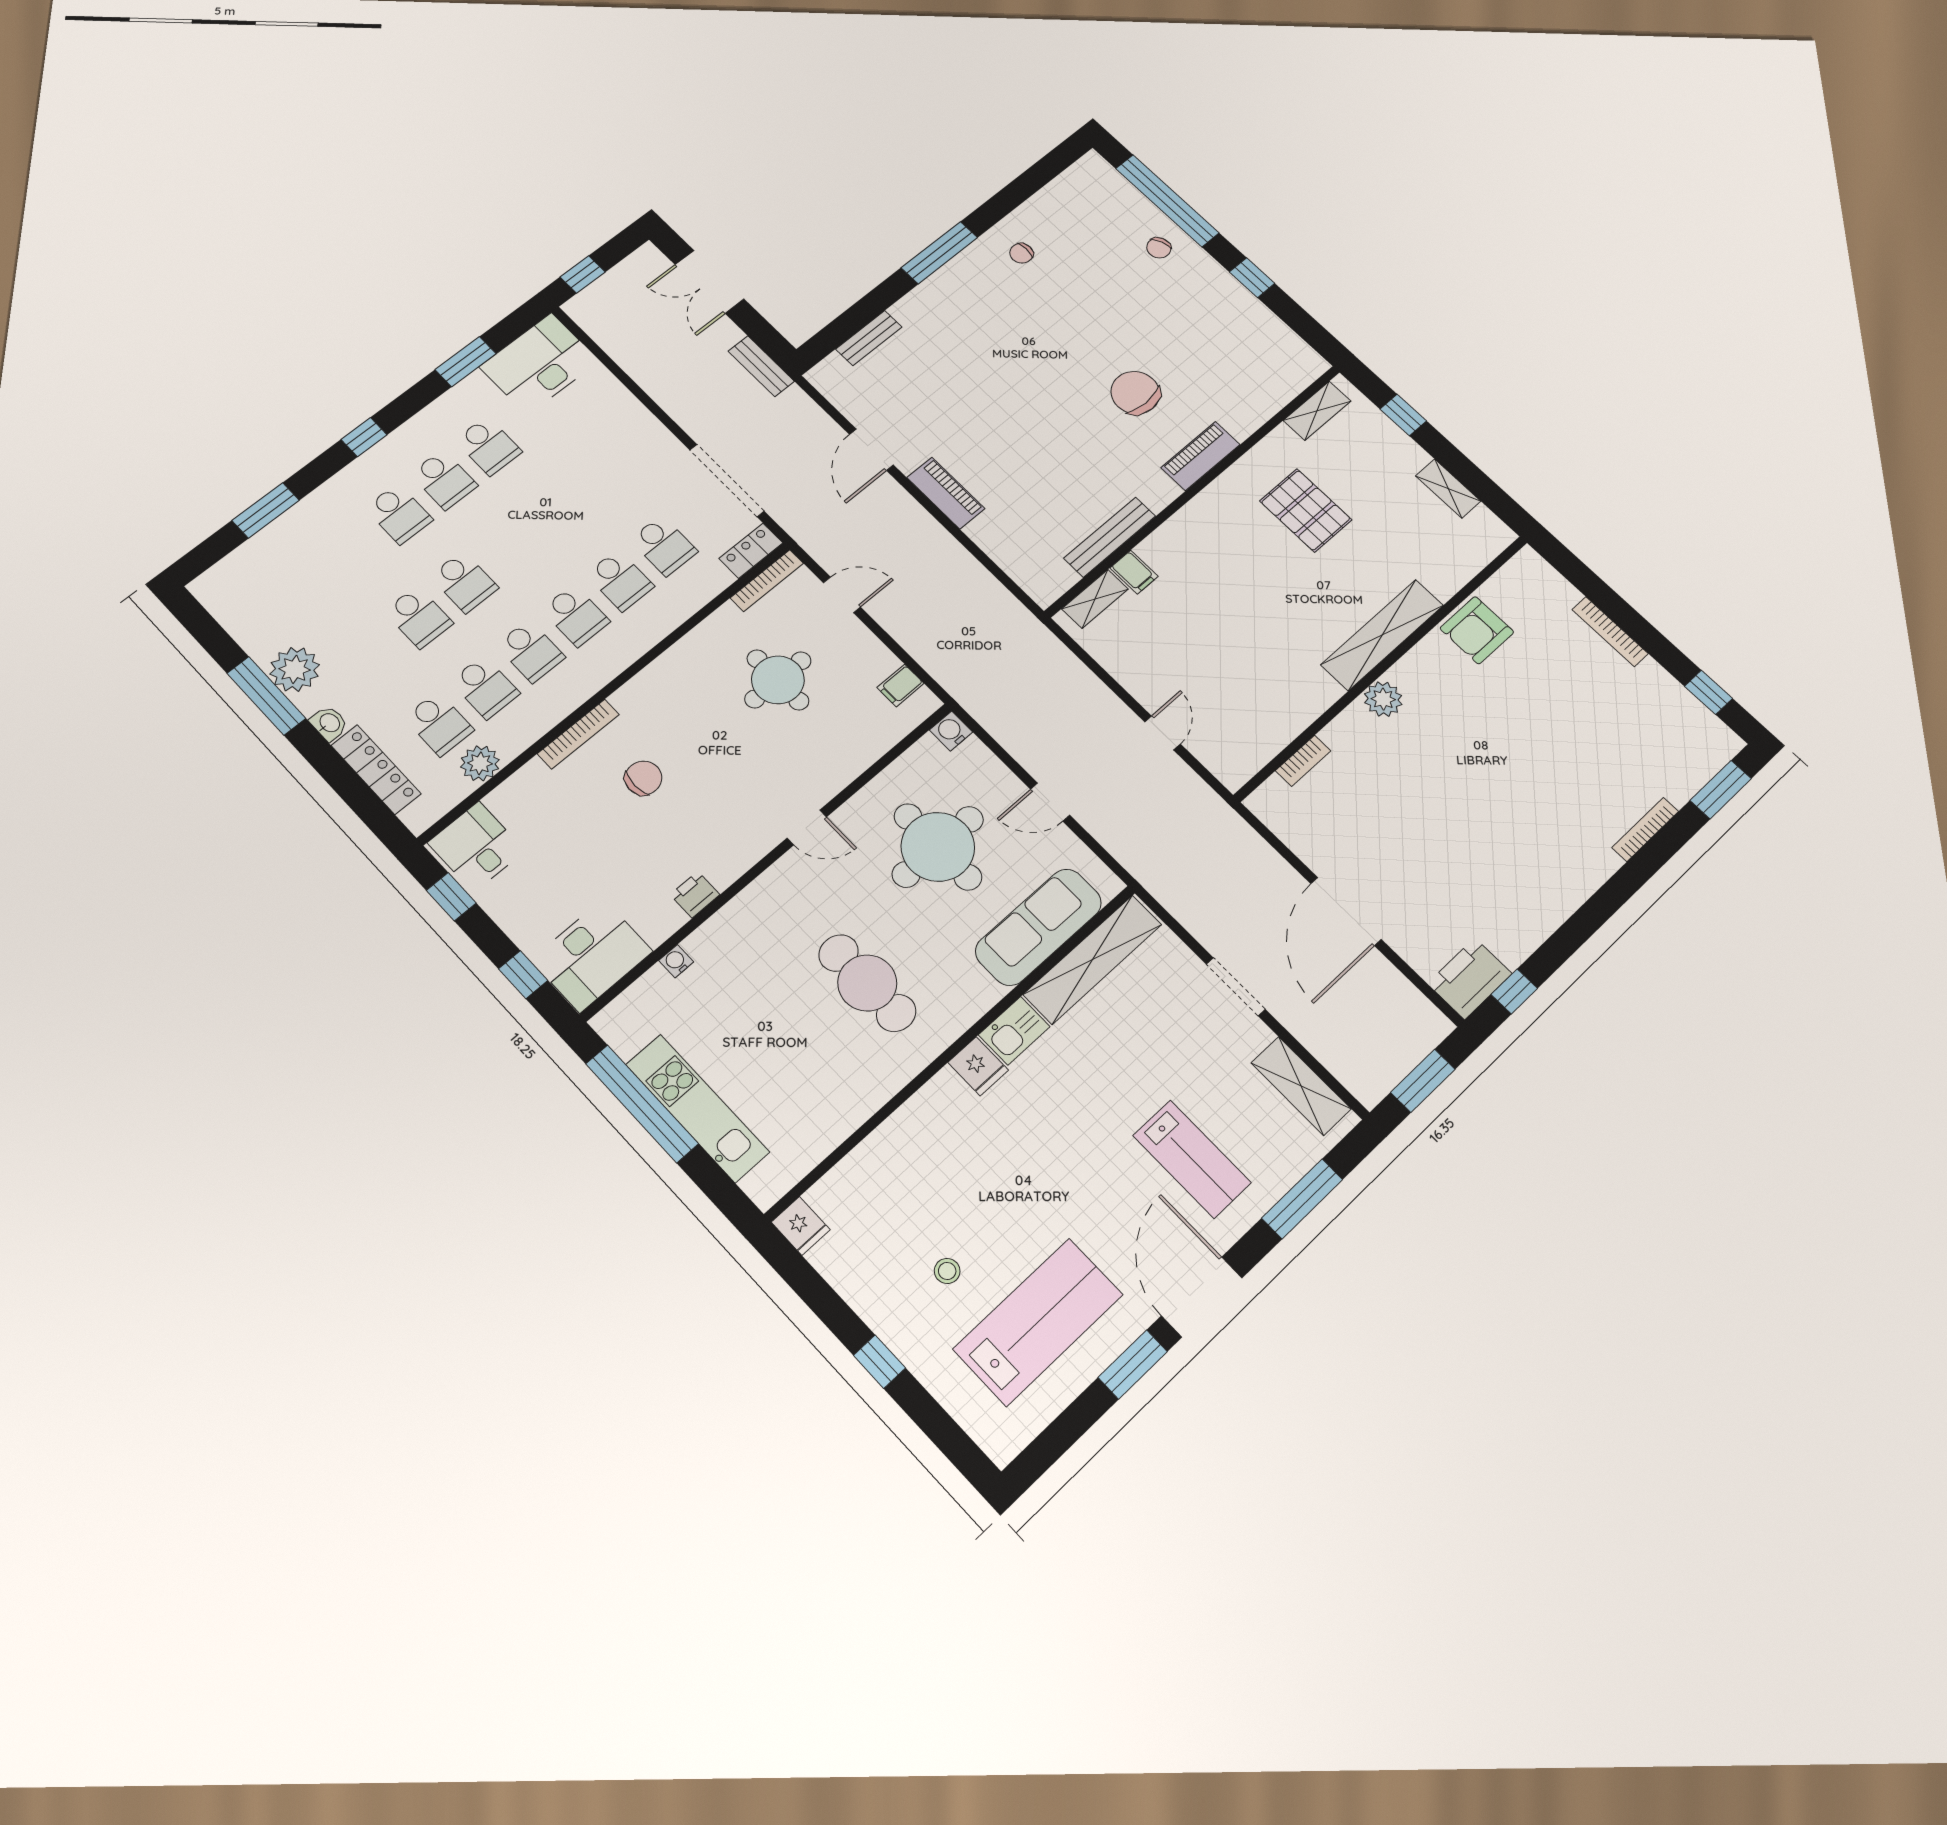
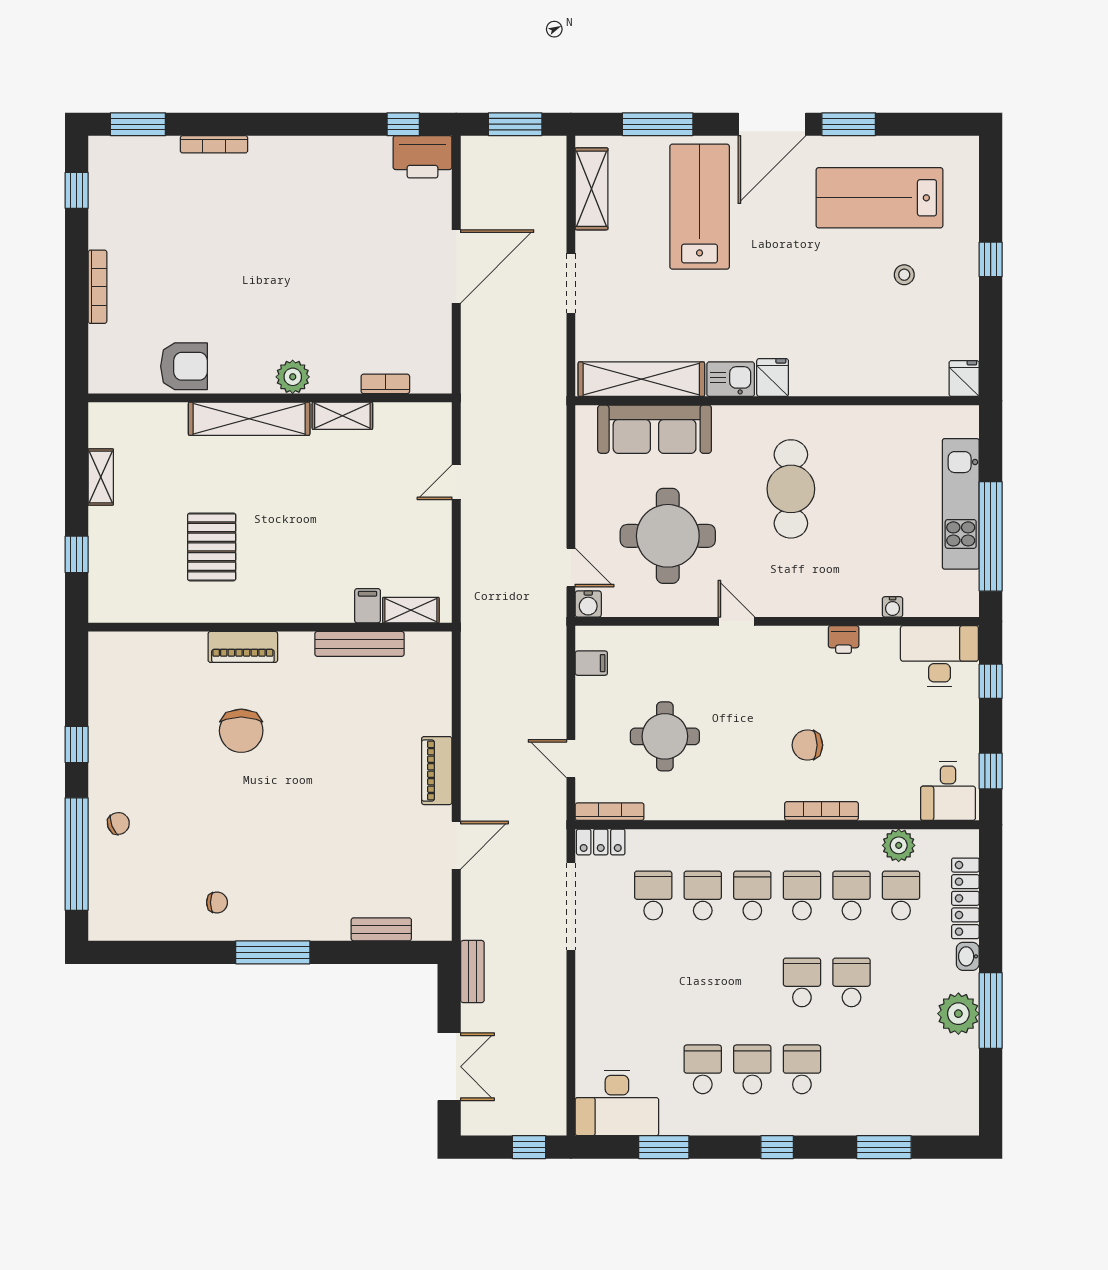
shelving: (1317, 411) -> (342, 416), moved
door: (1050, 802) -> (571, 568), moved
lab bench: (1192, 1159) -> (700, 207), width x1.36, depth x1.39

